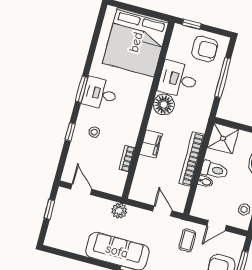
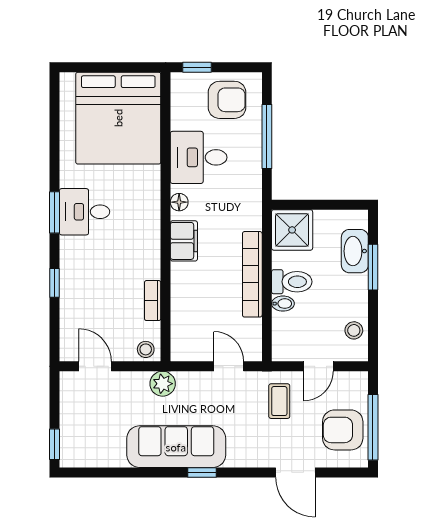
floor lamp: (164, 104) -> (179, 202), width x0.53, depth x0.53
stool: (94, 132) -> (146, 349), moved
filing cabinet: (151, 144) -> (184, 241), moved
window: (49, 209) -> (55, 444), moved

